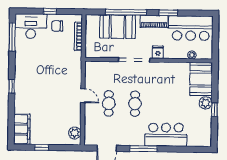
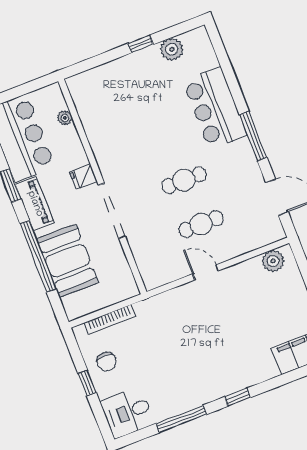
desk: (31, 26) -> (128, 413), width x0.73
window: (12, 37) -> (181, 419), moved
booth: (201, 79) -> (99, 87), removed
door: (83, 96) -> (206, 272), hinge flipped
plant: (206, 103) -> (172, 49), moved

